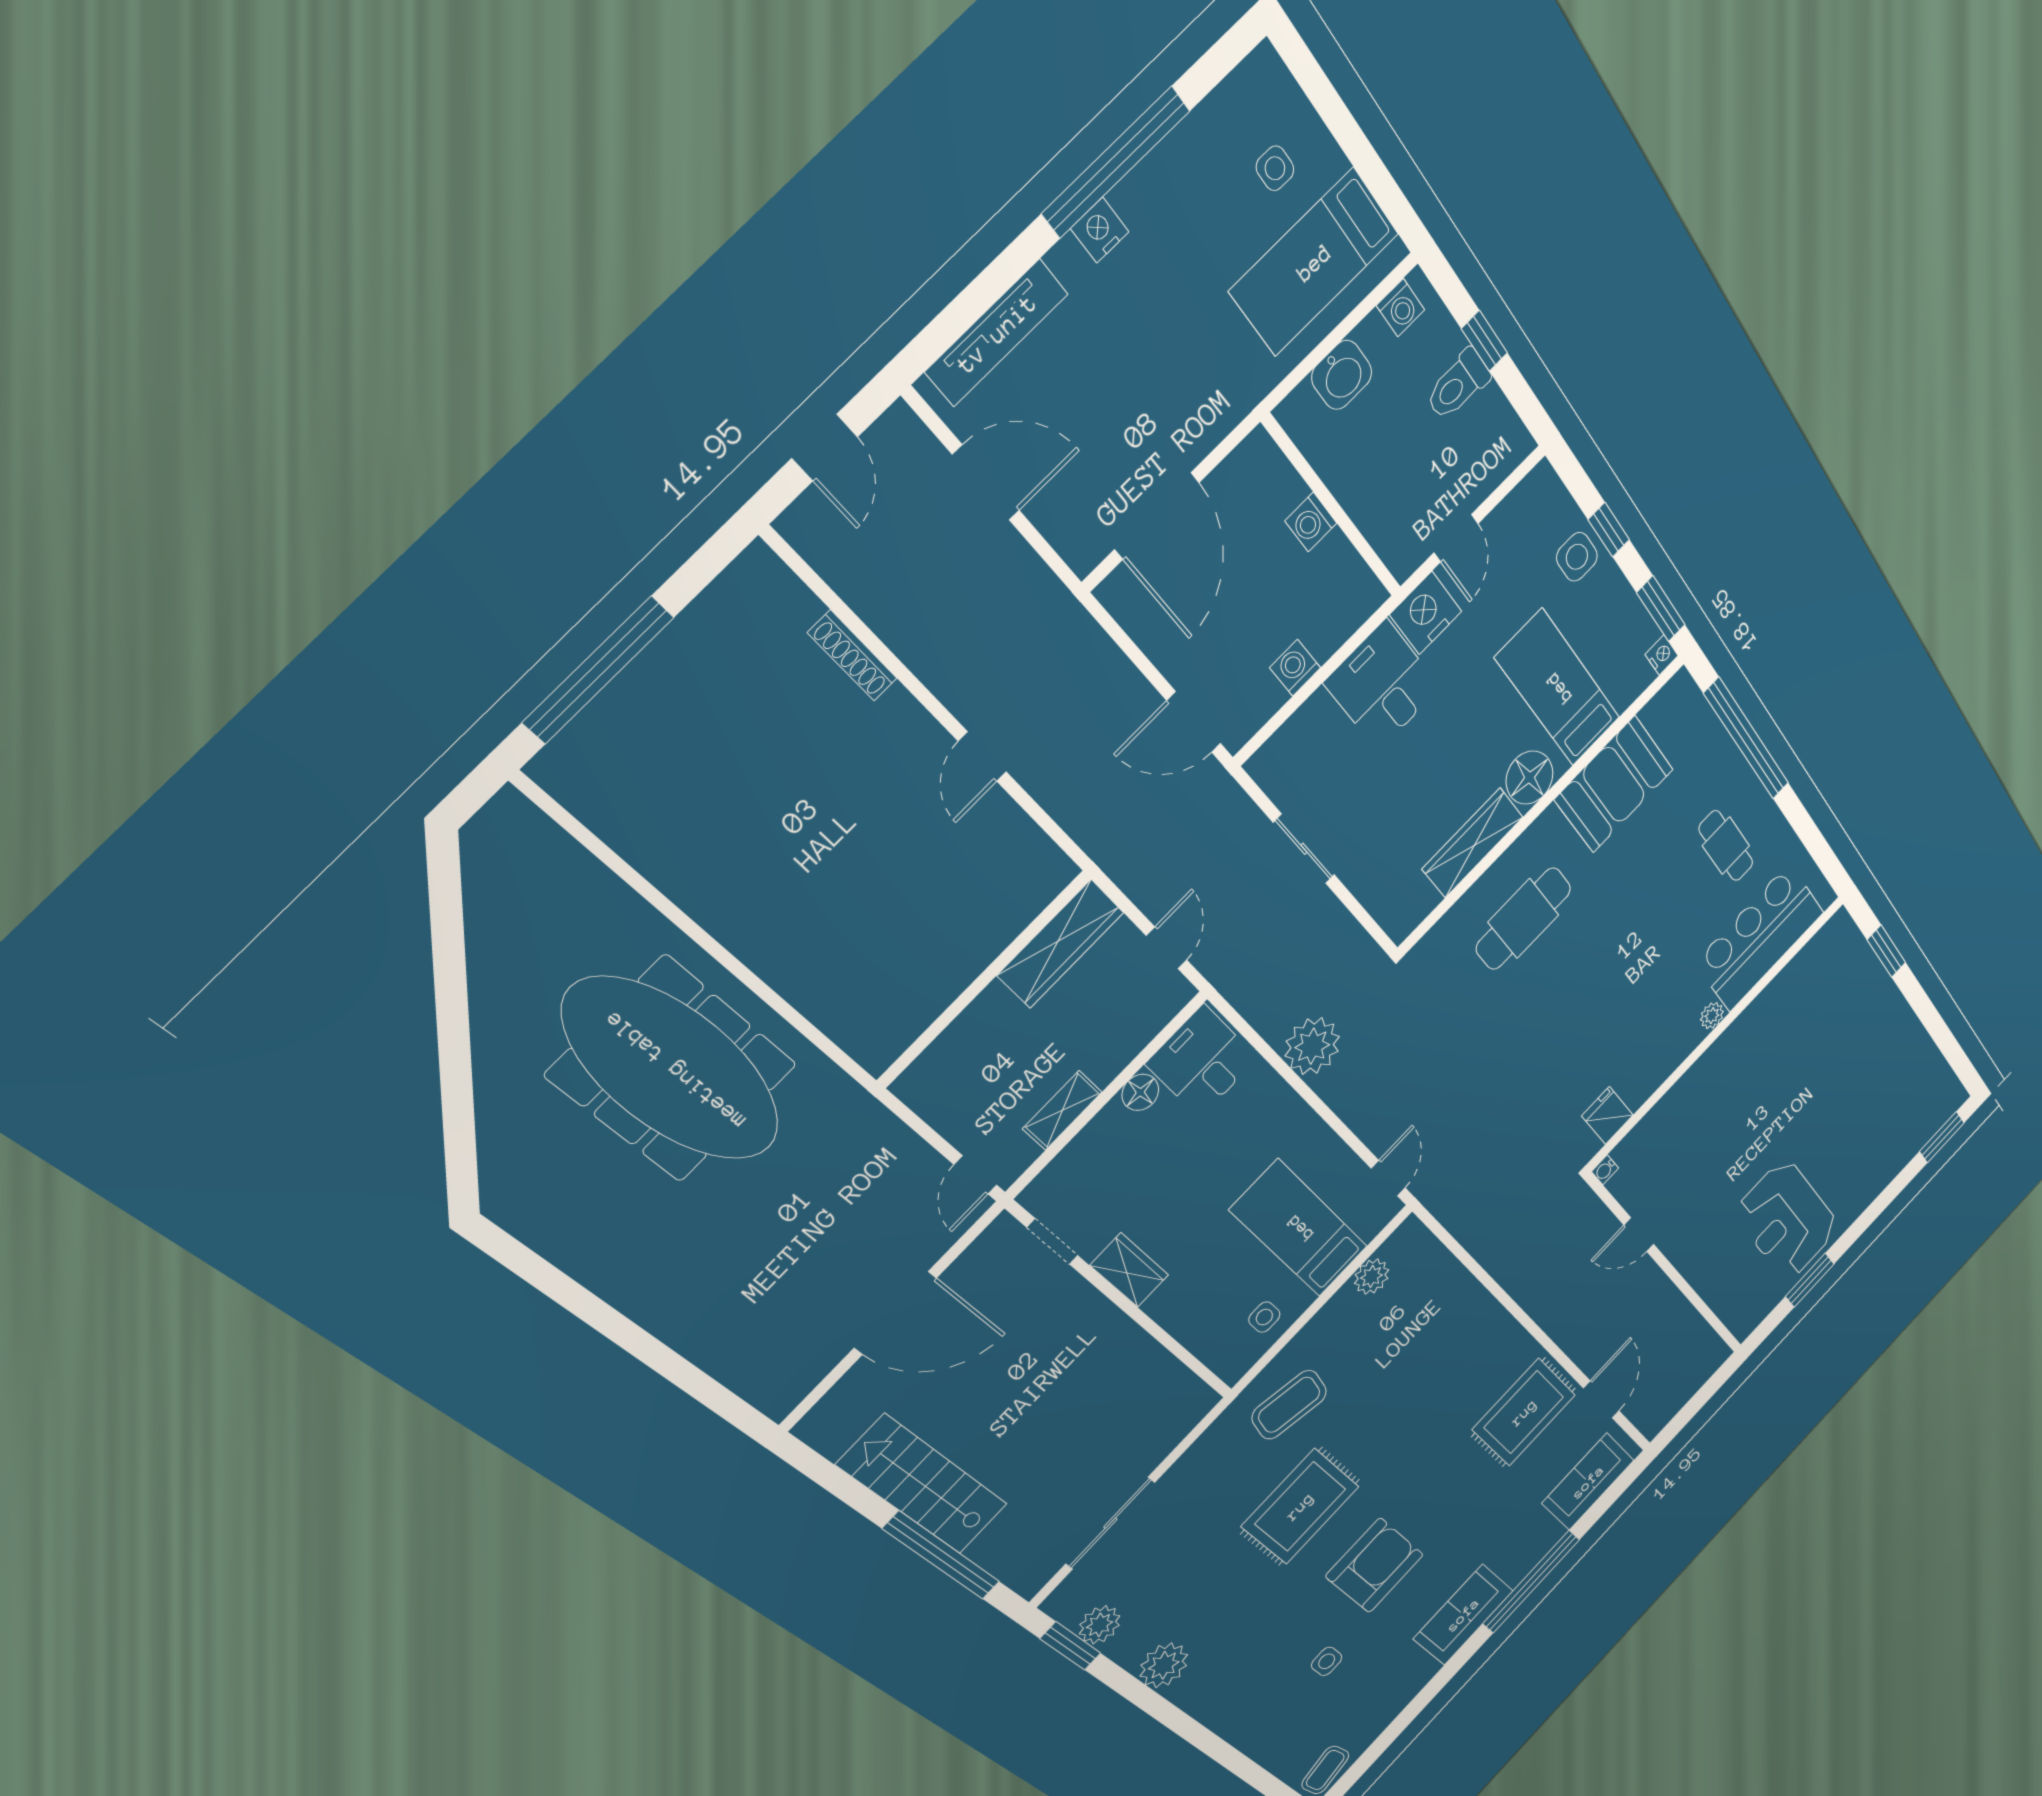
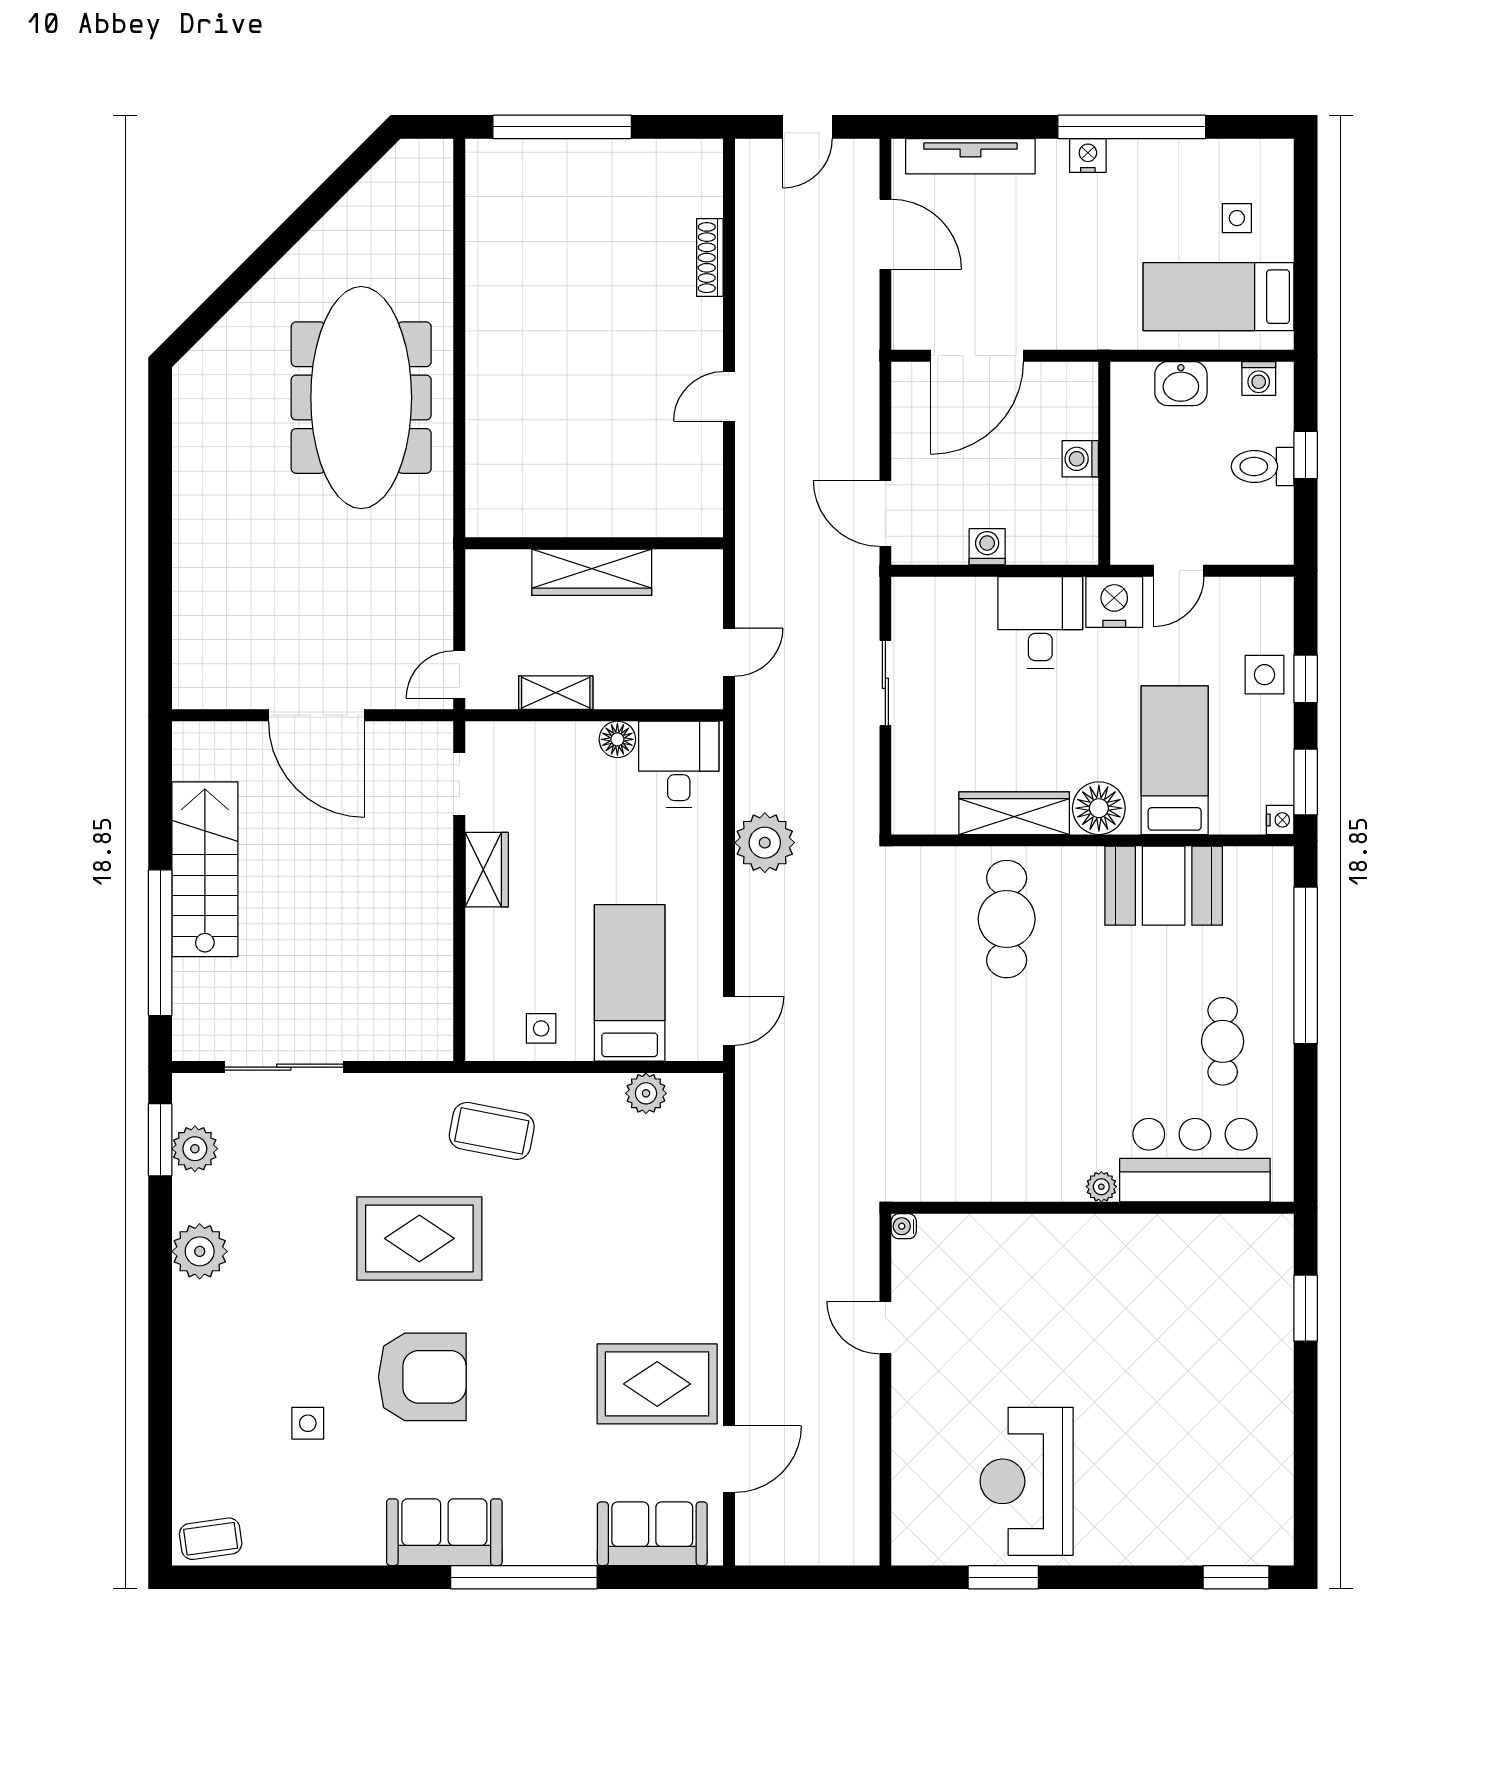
cafe table: (1523, 919) -> (1007, 919), turned 90
wardrobe: (1061, 944) -> (592, 572), moved
fridge: (1607, 1115) -> (944, 1176), removed

